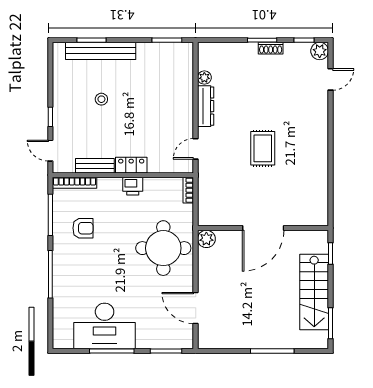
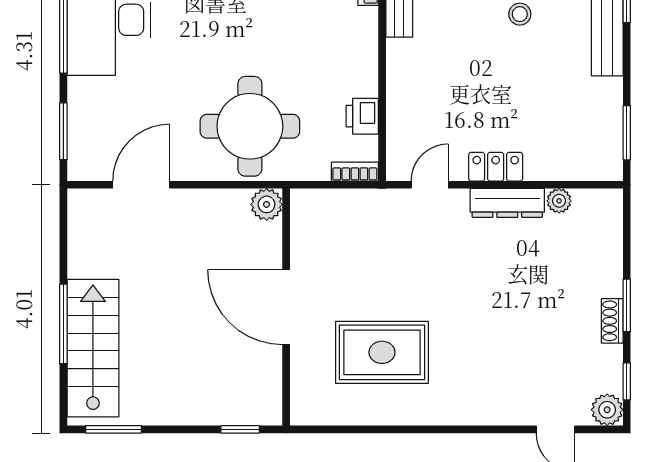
rug: (263, 148) -> (382, 352), moved, width x1.36, depth x1.43
door: (196, 149) -> (430, 185), hinge flipped
locker: (131, 165) -> (496, 167), moved, turned -90
printer: (133, 186) -> (362, 116), moved
stairs: (314, 292) -> (93, 348), moved, turned 90

